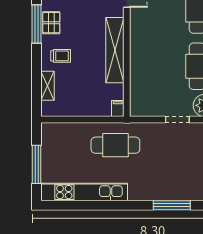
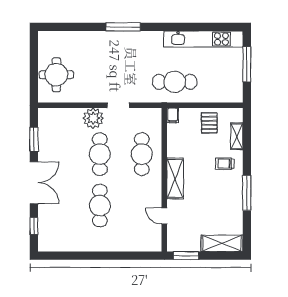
pallet: (51, 23) -> (209, 123), moved
shelving: (115, 50) -> (175, 178), width x0.68
cafe table: (151, 66) -> (142, 154), added

